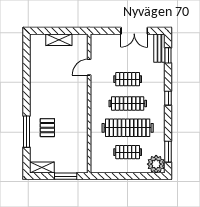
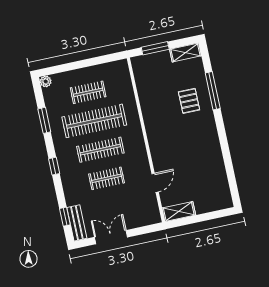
shelving: (59, 40) -> (179, 212), moved
window: (168, 152) -> (44, 120), moved
plant: (156, 164) -> (46, 81), width x0.53, depth x0.53

